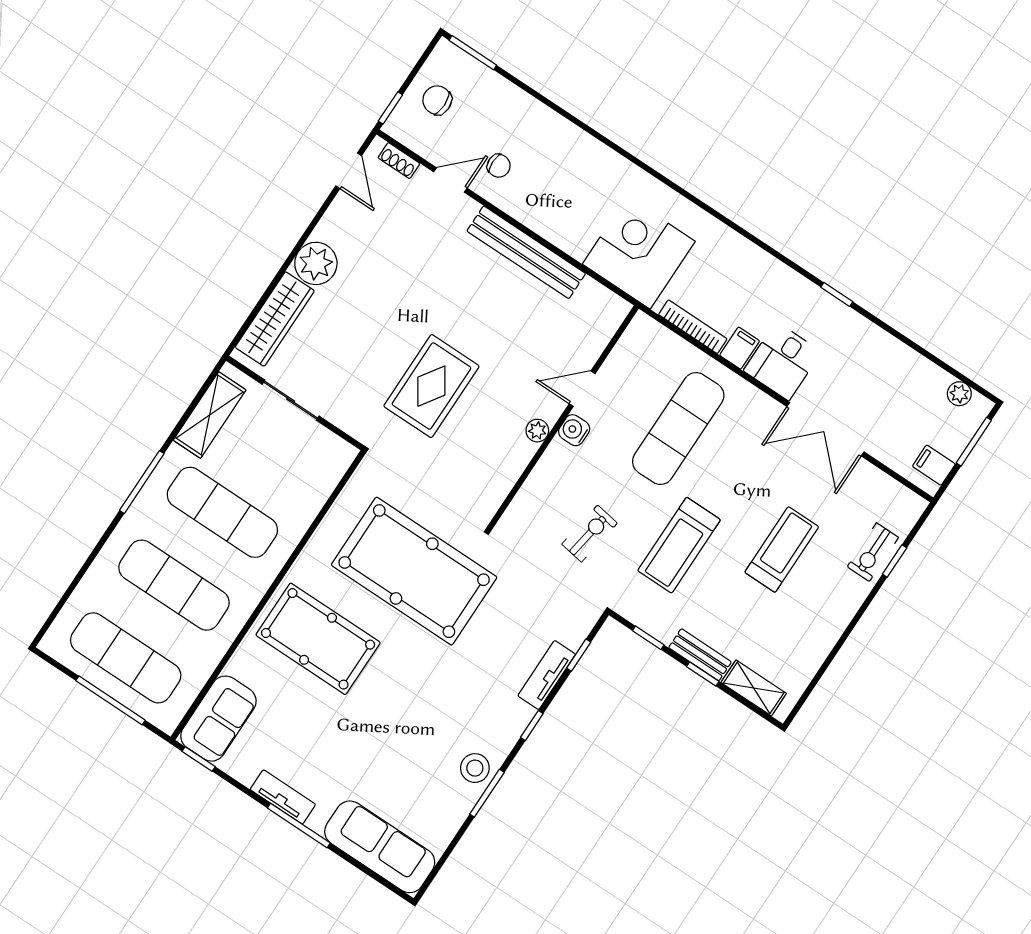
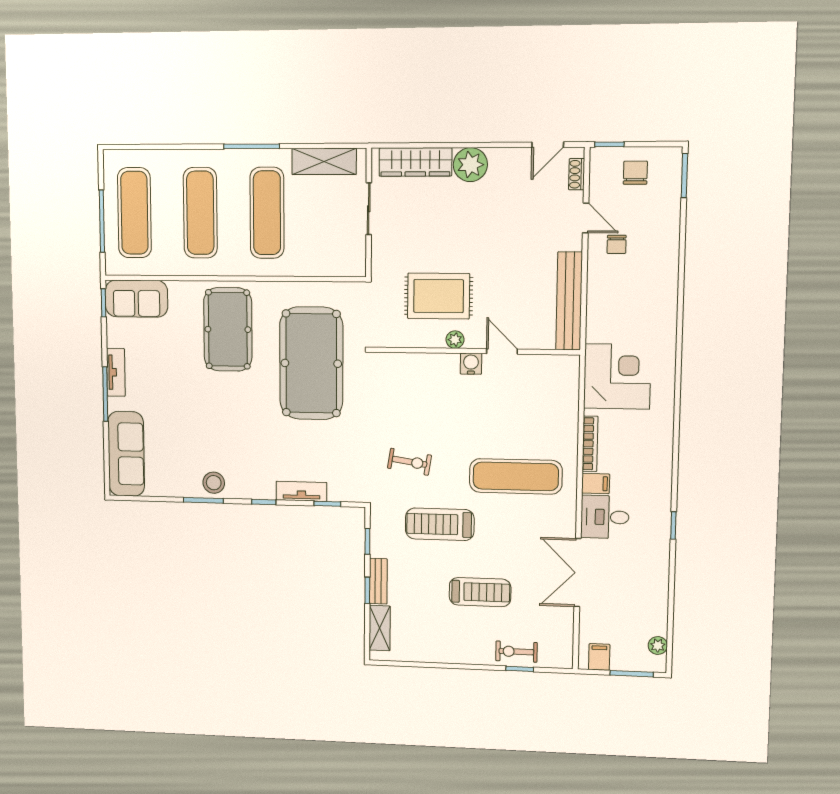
door: (582, 389) -> (502, 351), moved
wall: (563, 418) -> (474, 351), moved
water cooler: (574, 430) -> (471, 364), moved
plant: (537, 431) -> (455, 340), moved

